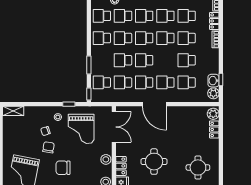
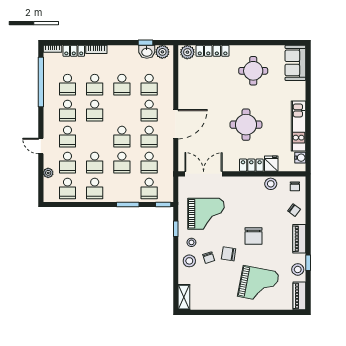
school desk: (144, 38) -> (95, 137), removed
locker: (214, 129) -> (213, 51), width x1.53
stool: (106, 159) -> (189, 261), moved

